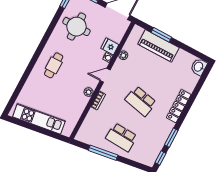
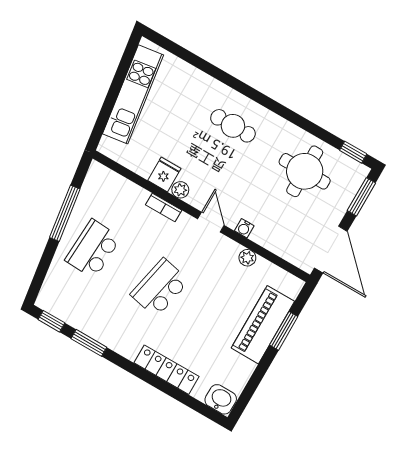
fridge: (110, 46) -> (164, 174), moved
locker: (179, 106) -> (166, 370), moved

